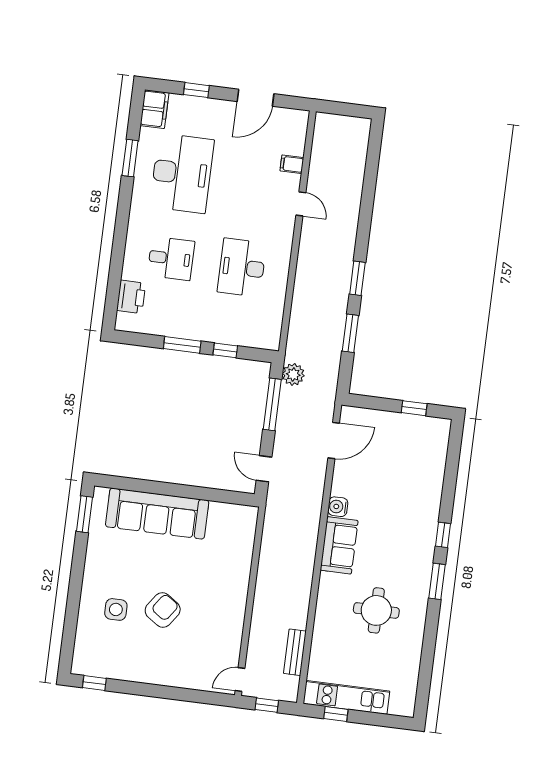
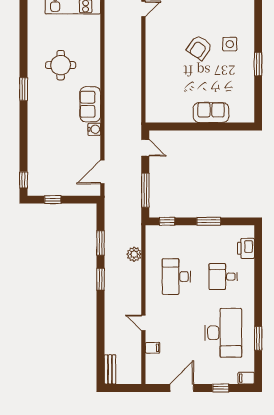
filing cabinet: (155, 109) -> (246, 378), width x0.50
desk: (182, 173) -> (223, 333), turned 180
desk: (242, 268) -> (176, 277), turned 180
window: (225, 350) -> (167, 221), moved
plant: (293, 374) -> (134, 254), moved
window: (84, 514) -> (258, 64), moved
sofa: (157, 514) -> (211, 113), width x0.54, depth x0.79
window: (443, 535) -> (24, 180), moved
bench: (295, 652) -> (110, 369), moved

